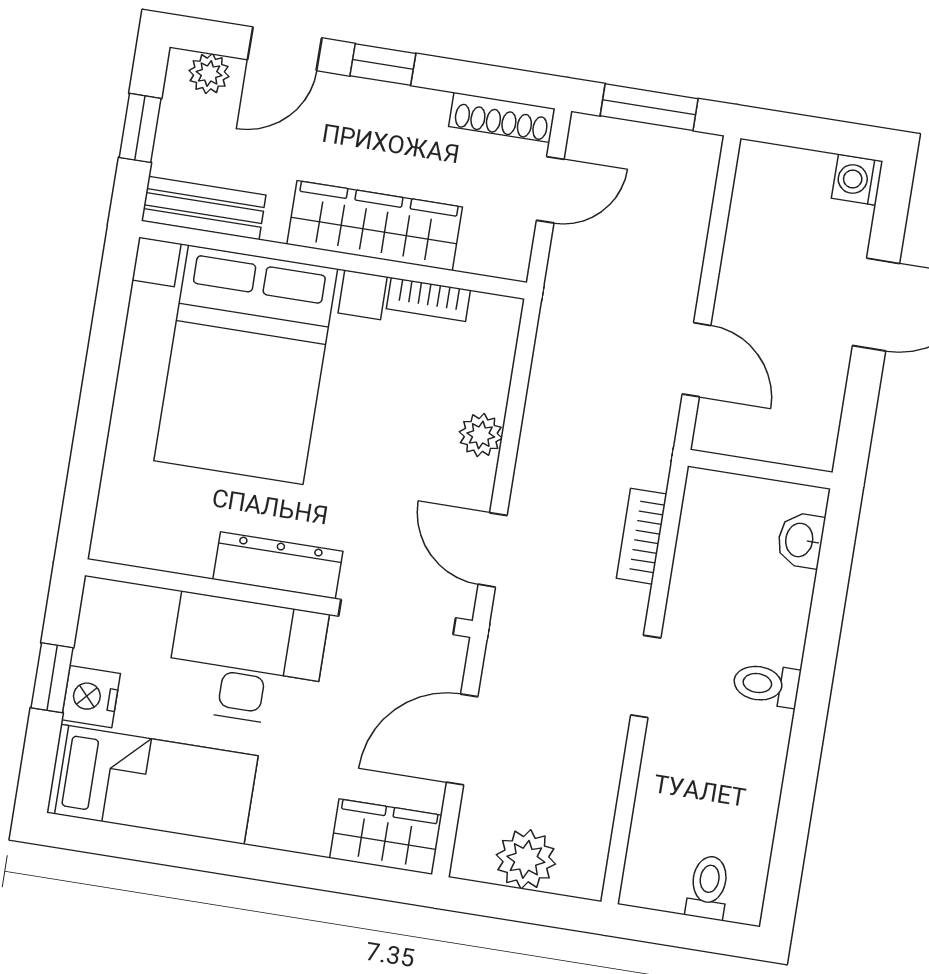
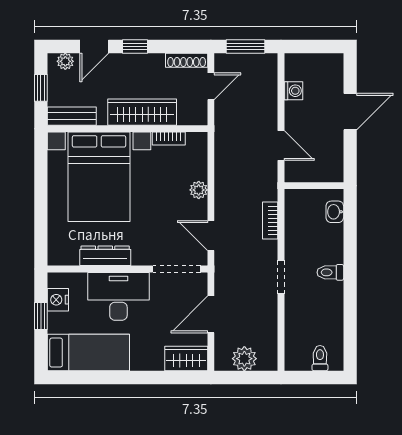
washing machine: (857, 180) -> (293, 91), moved, turned 180
dresser: (278, 565) -> (105, 256), moved
nightstand: (91, 697) -> (58, 300), moved

